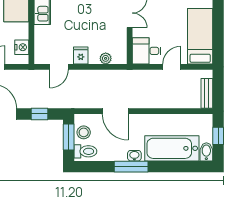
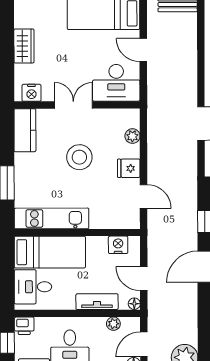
stool: (89, 17) -> (79, 157), added
desk: (147, 51) -> (116, 83), width x1.37

